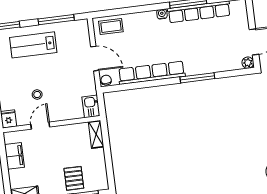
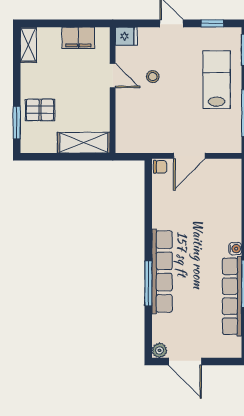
coffee table: (111, 26) -> (228, 182), removed
row of seats: (152, 73) -> (162, 271), moved
kitchen sink: (91, 106) -> (129, 143), removed
shelving: (96, 134) -> (84, 143), width x1.50, depth x1.33

